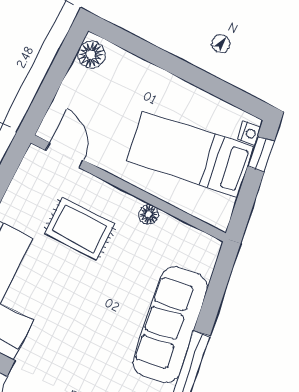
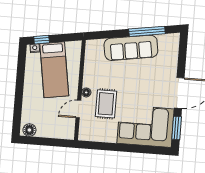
door: (65, 155) -> (78, 109), moved
floor lamp: (149, 214) -> (86, 92), moved

